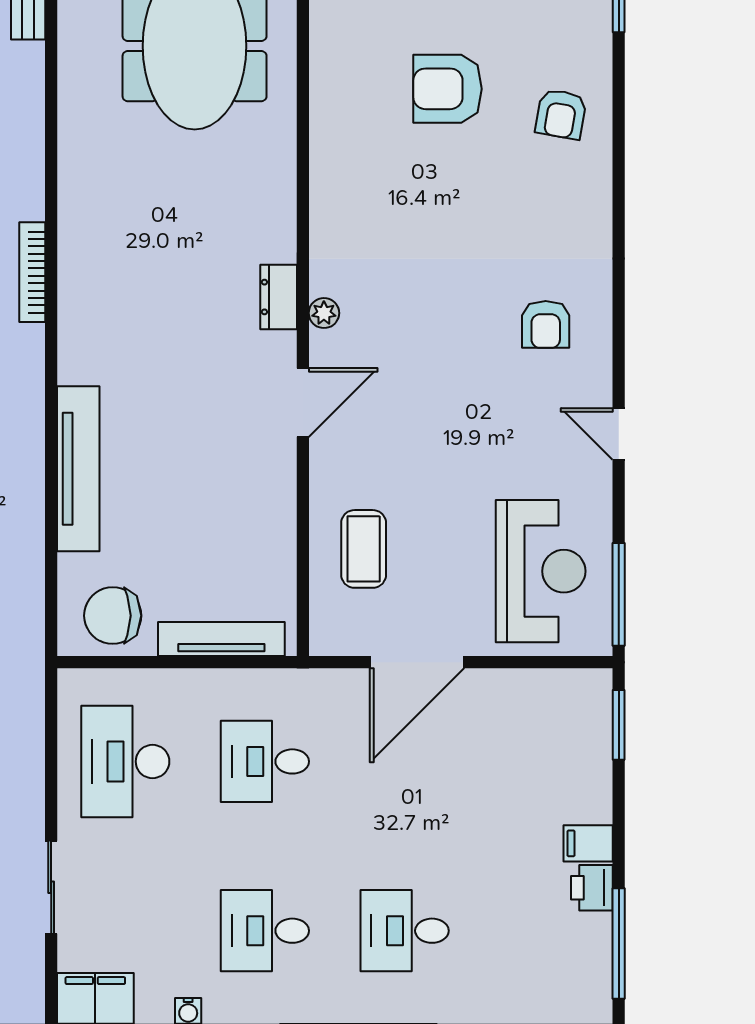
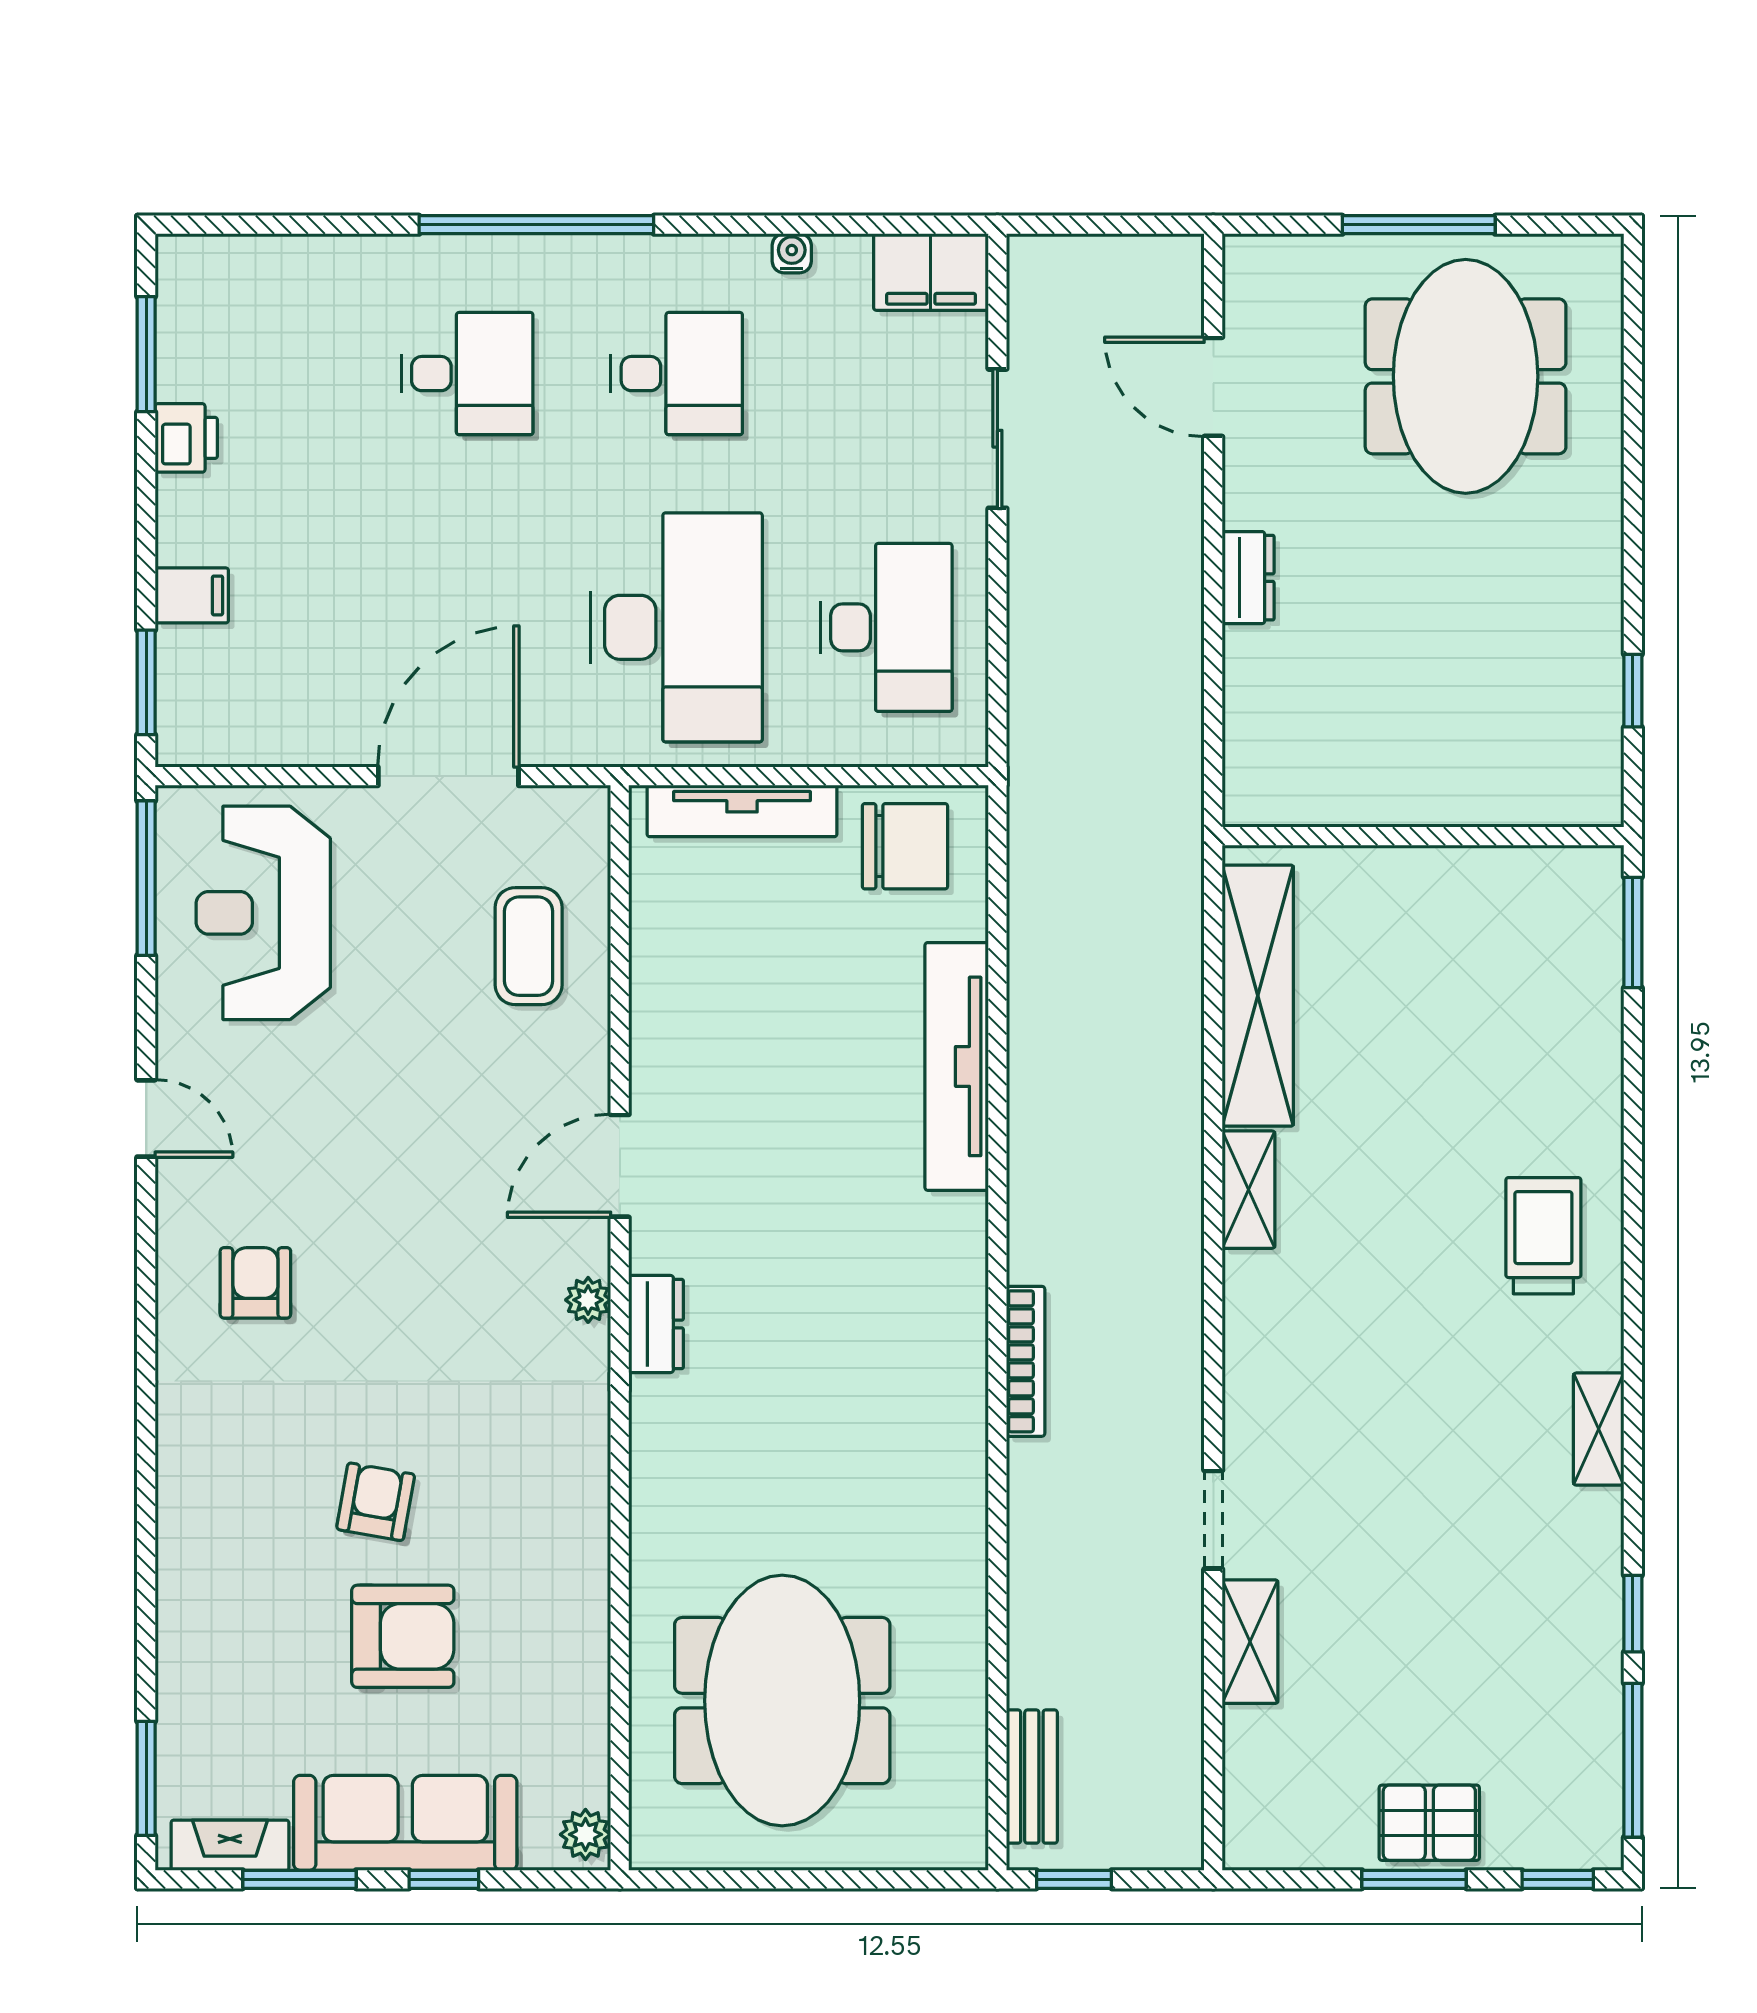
armchair: (561, 114) -> (376, 1502), moved
desk: (265, 761) -> (677, 627), width x1.87, depth x1.30
filing cabinet: (588, 843) -> (192, 595), moved
window: (619, 944) -> (146, 354), width x0.69

